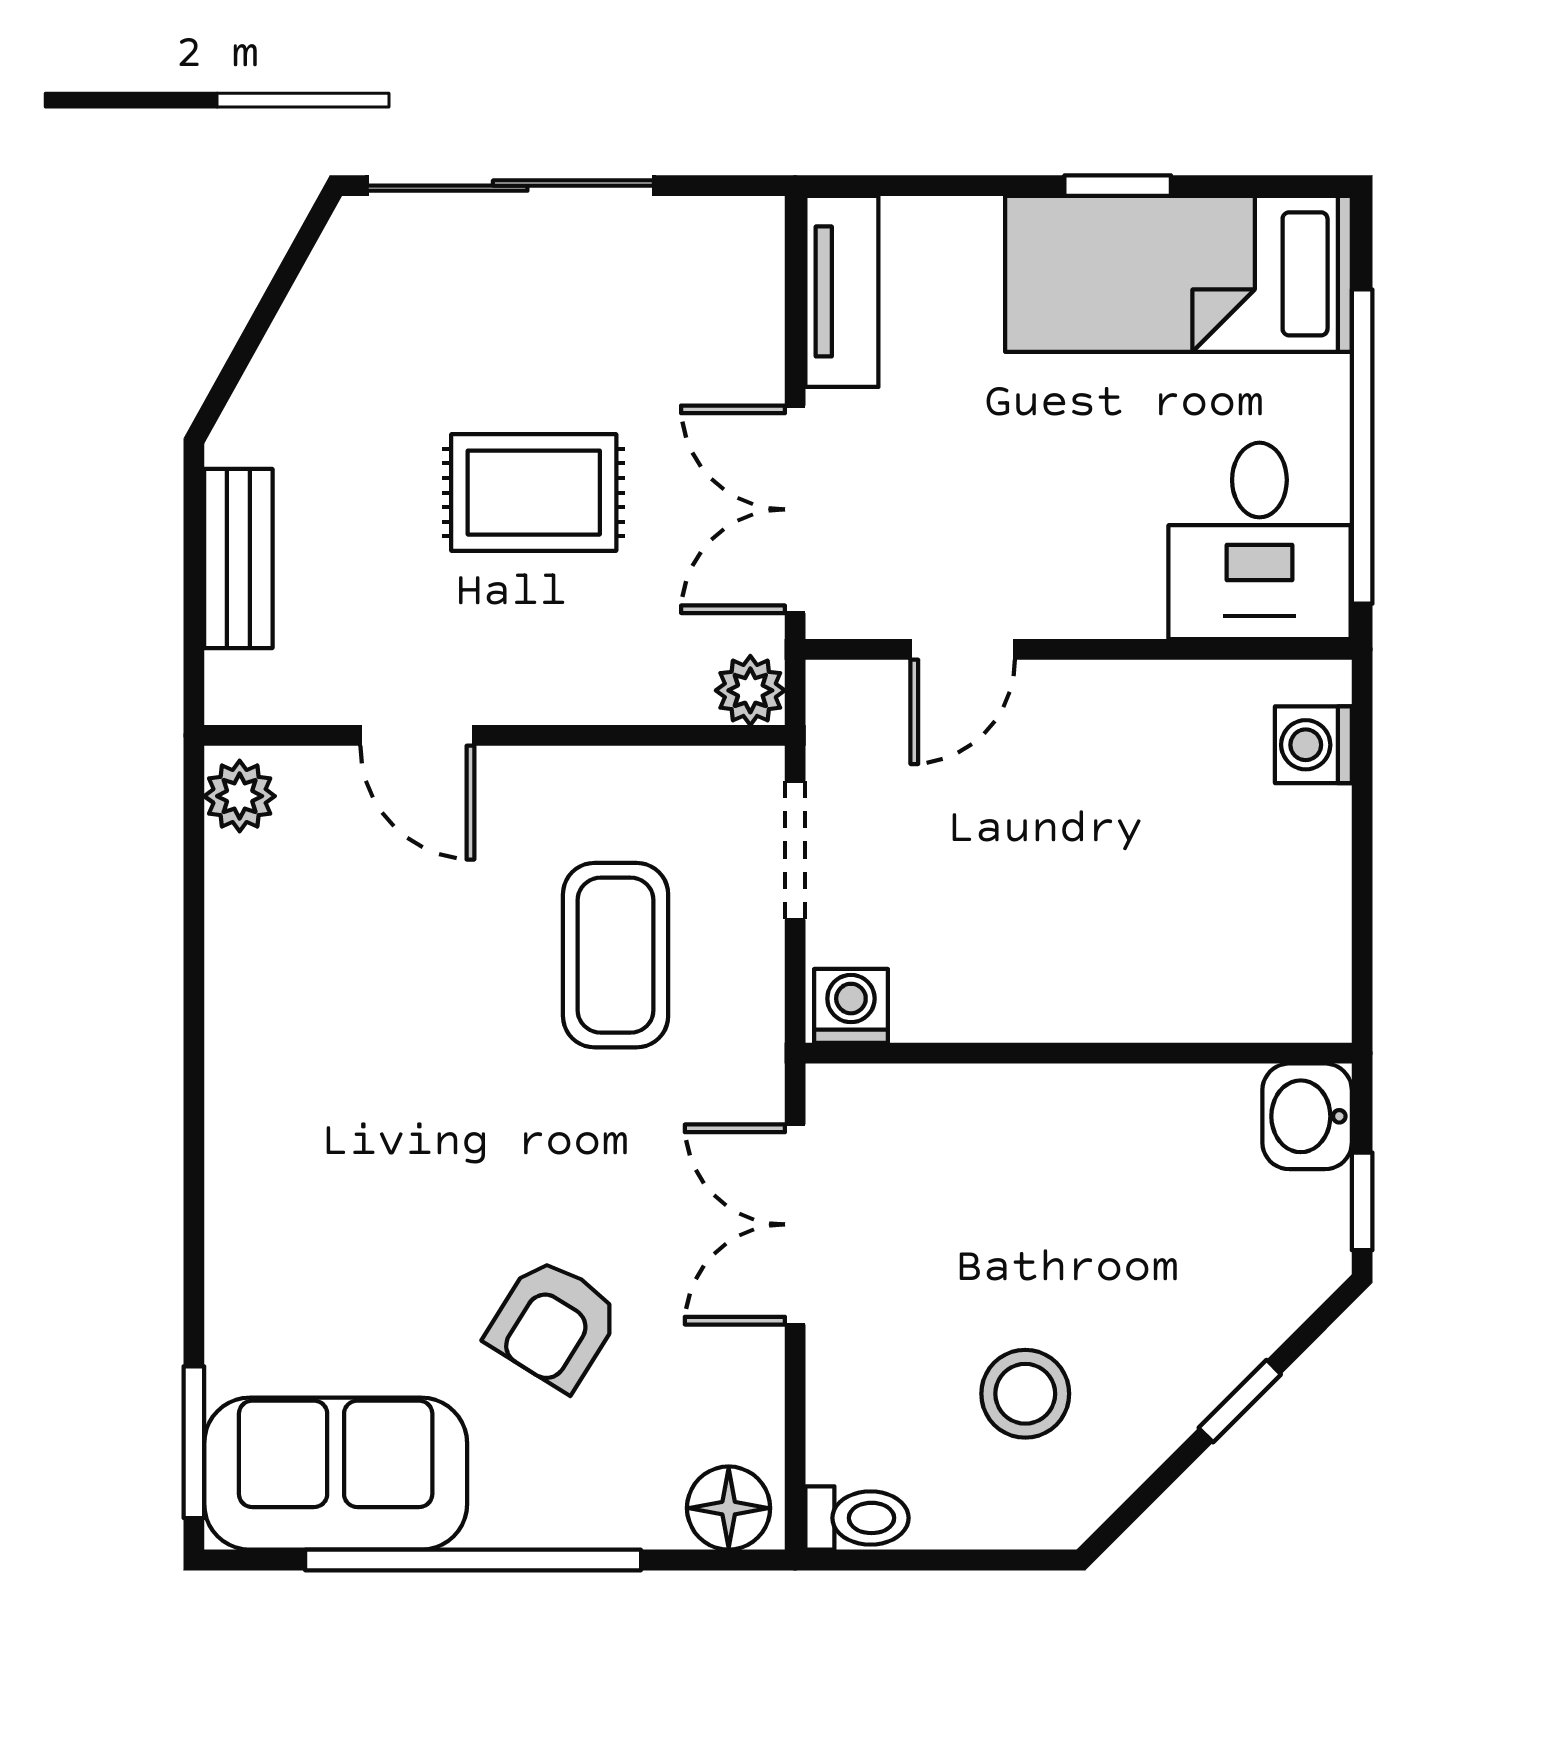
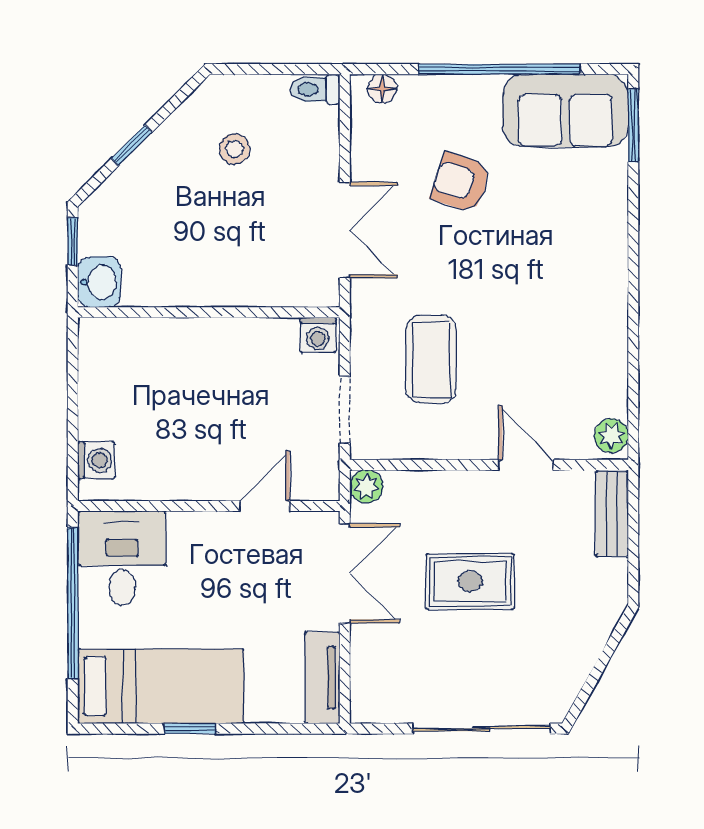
bench: (238, 558) -> (612, 514), moved
armchair: (554, 1324) -> (461, 182), turned -104
stool: (1025, 1394) -> (234, 149), width x0.73, depth x0.73
floor lamp: (729, 1508) -> (382, 89), width x0.73, depth x0.73

